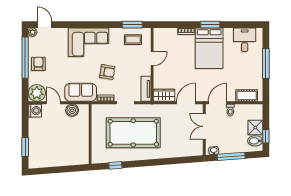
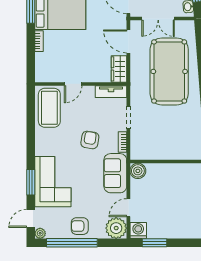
window: (132, 25) -> (31, 182), moved
coffee table: (133, 40) -> (49, 108), width x1.86, depth x1.72
corner sofa: (89, 42) -> (53, 182), moved
door: (152, 59) -> (73, 84), swing flipped
boiler: (72, 110) -> (138, 171), moved
pool table: (133, 133) -> (169, 71), moved
window: (25, 147) -> (154, 243), moved

